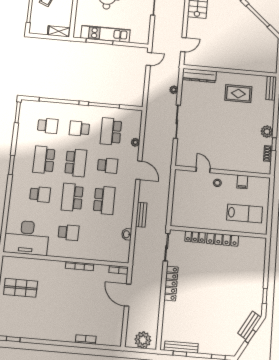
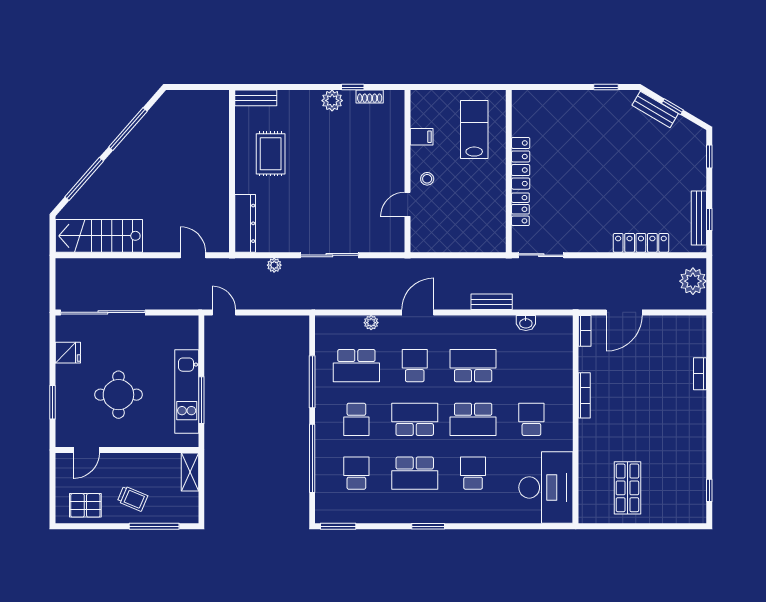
locker: (171, 283) -> (641, 243), moved

